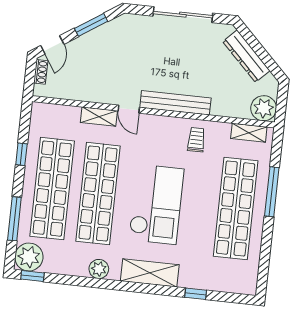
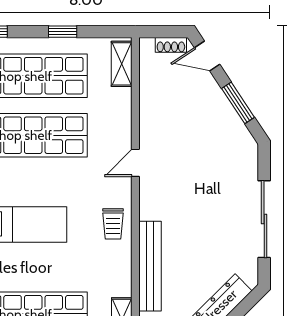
bench: (175, 103) -> (150, 266), moved
shelving: (99, 117) -> (122, 64), moved
trolley: (196, 140) -> (113, 224), moved, turned 90

